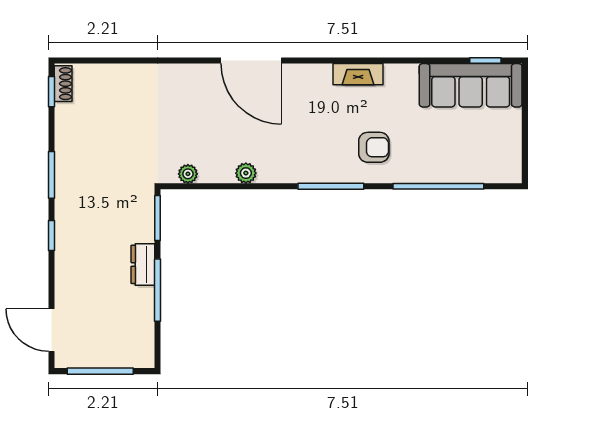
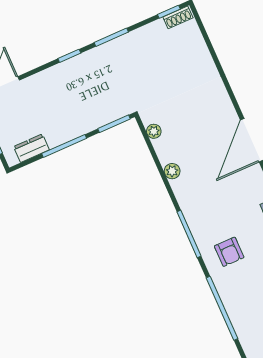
dresser: (143, 264) -> (31, 148), moved

